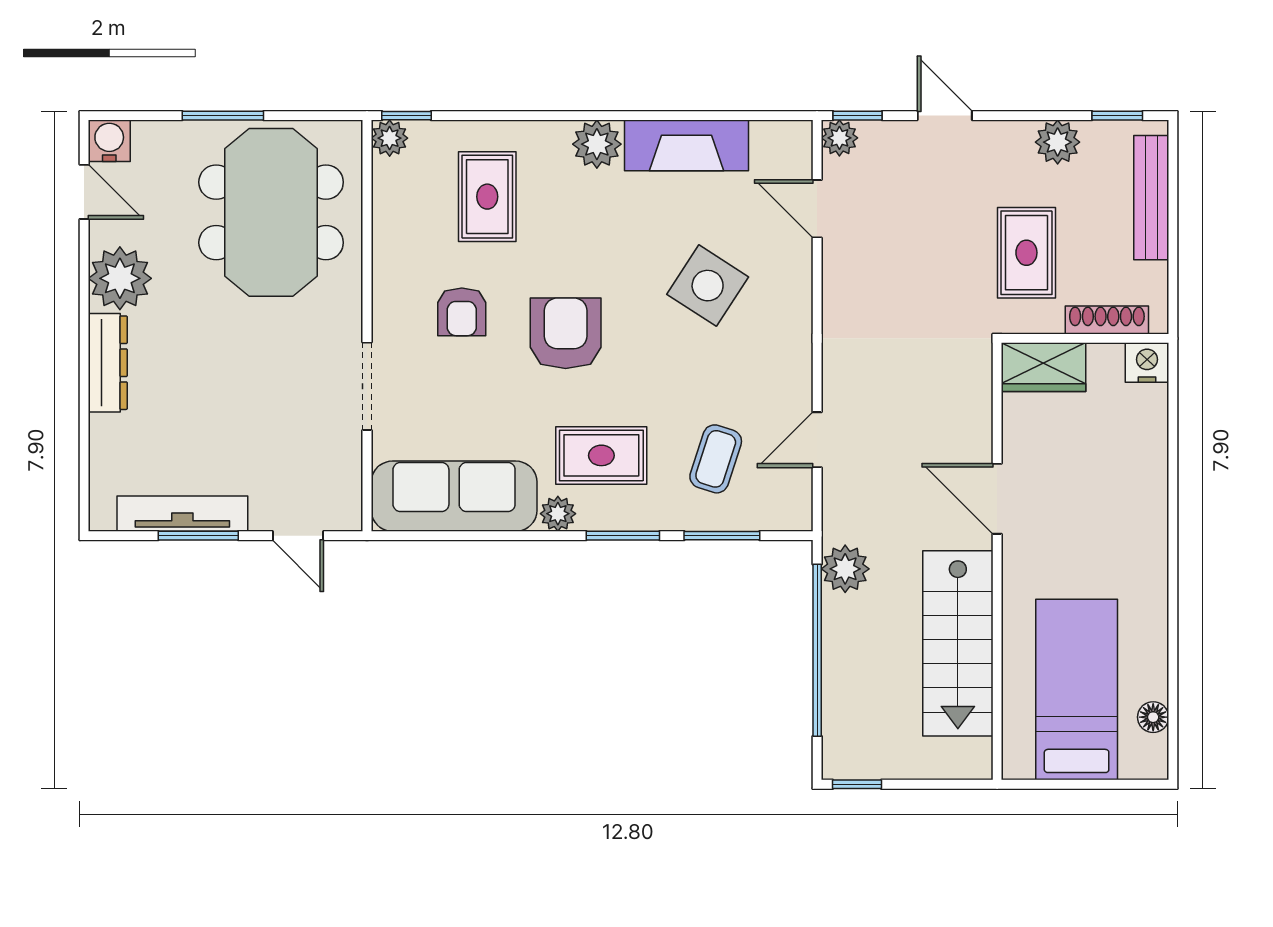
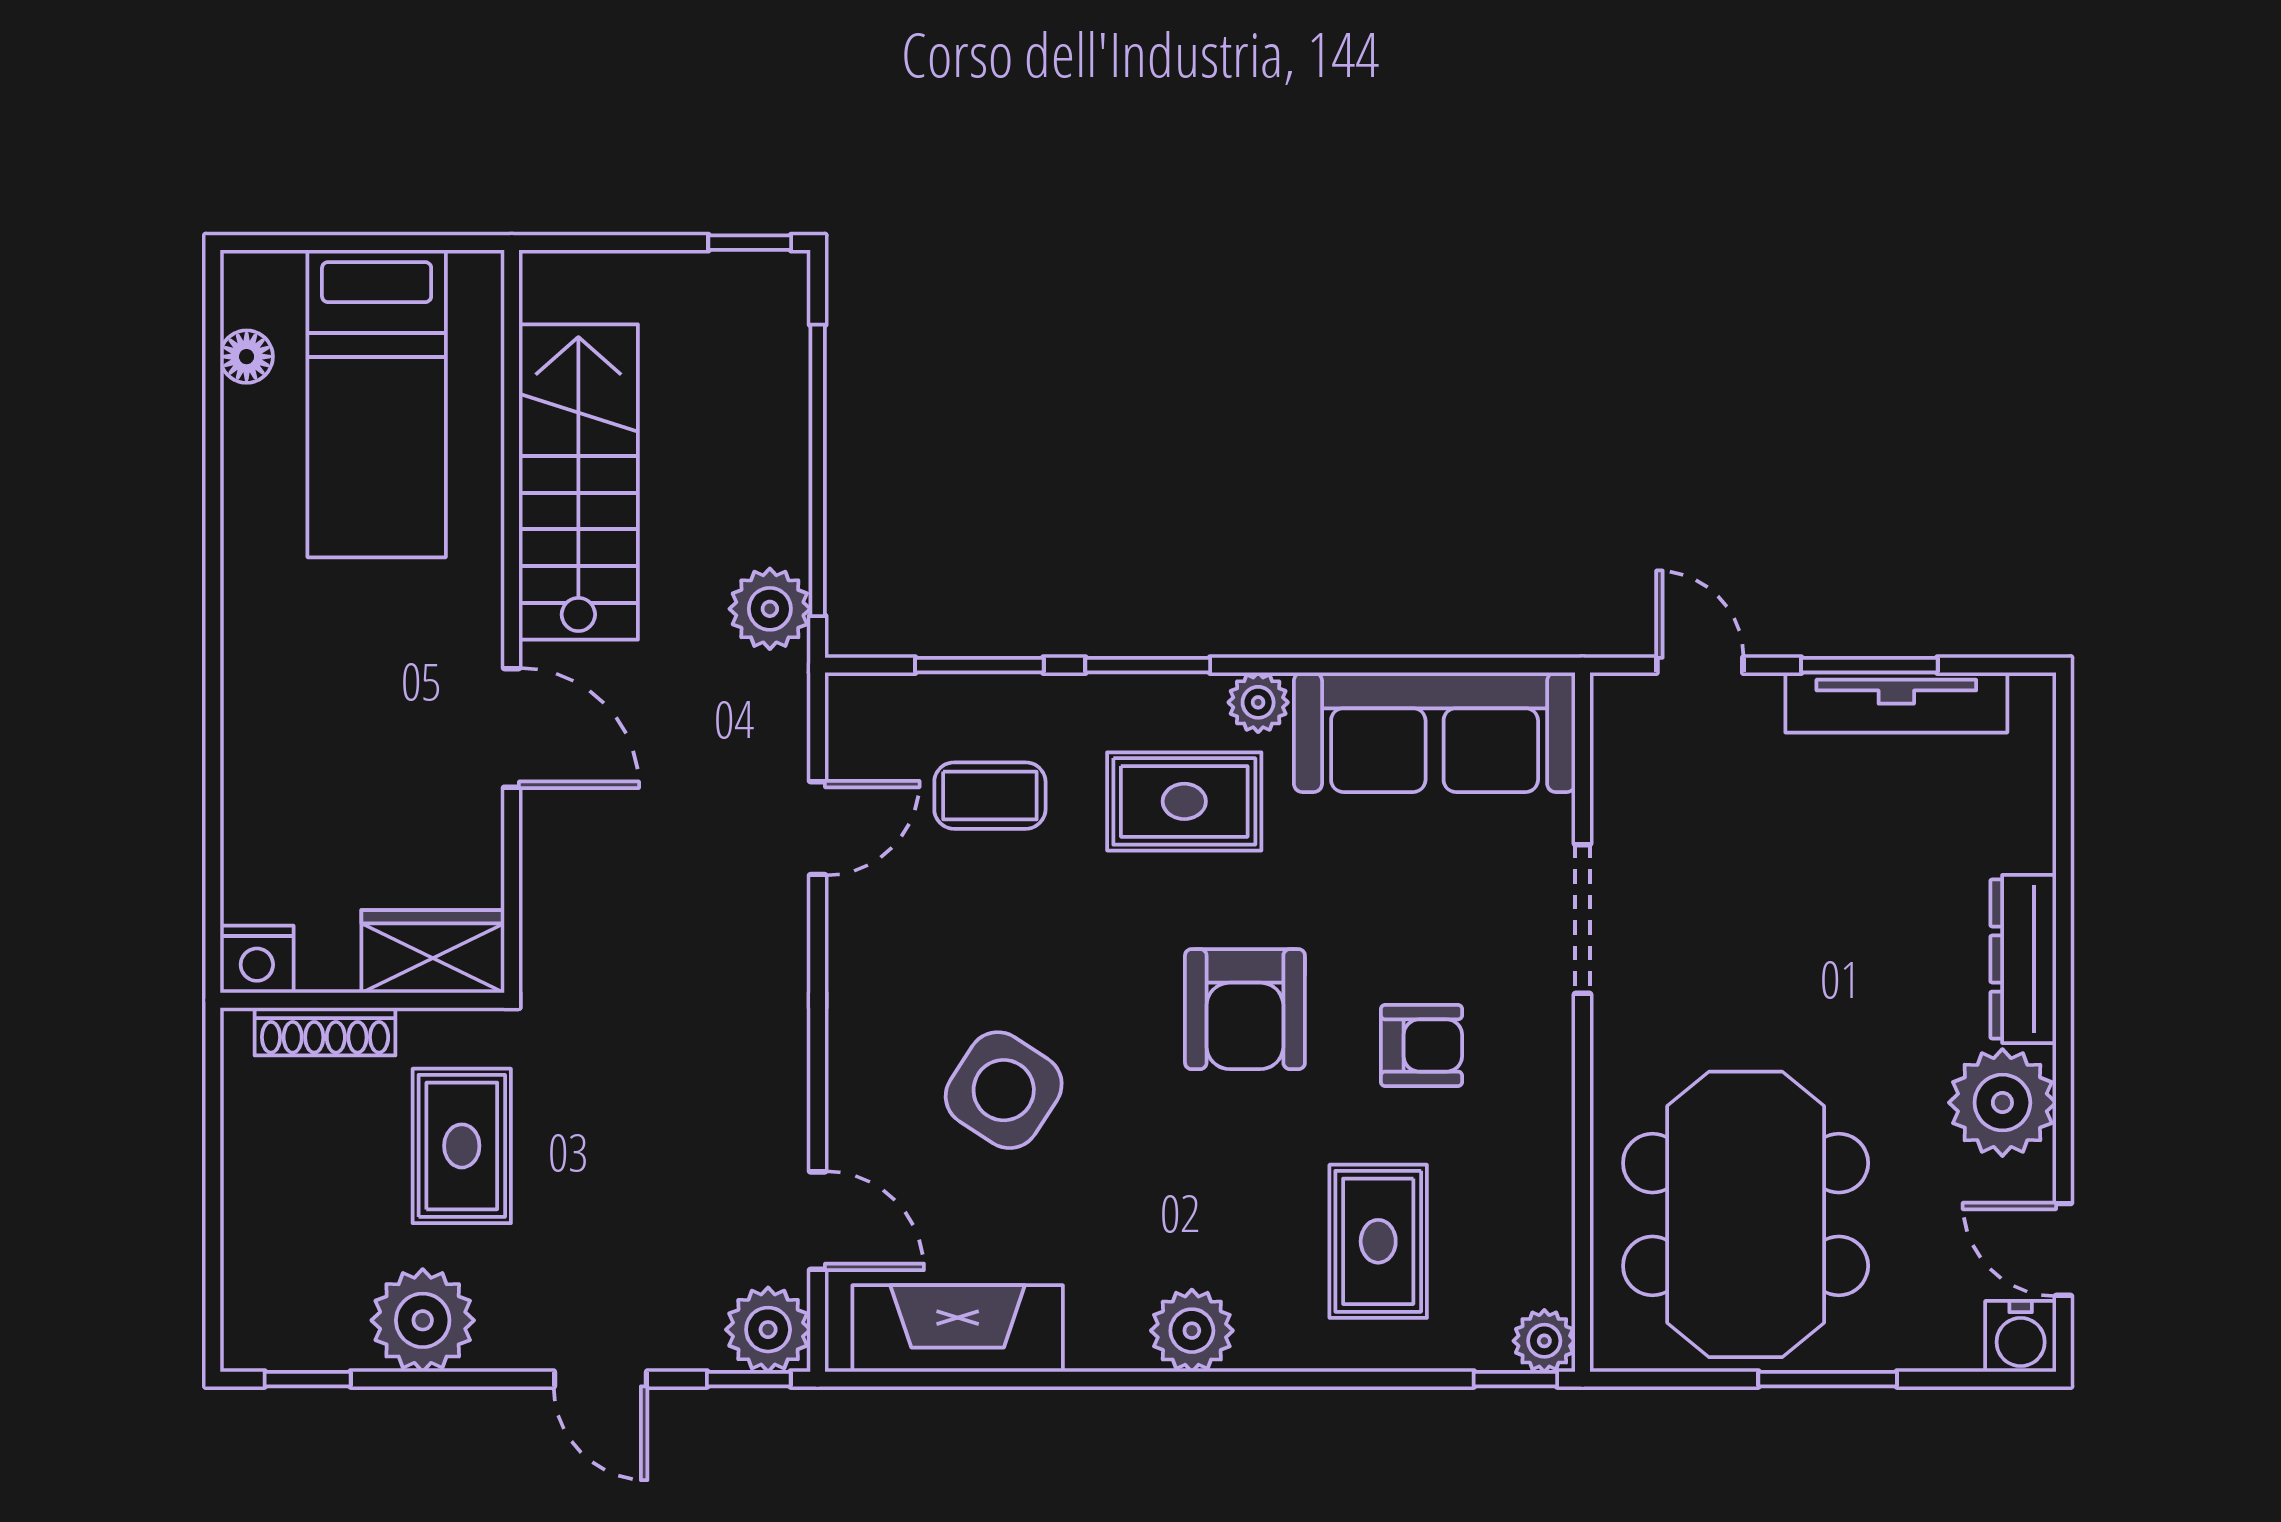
plant: (839, 138) -> (768, 1330), width x1.38, depth x1.38
plant: (1058, 142) -> (423, 1320), width x1.36, depth x1.36
fireplace: (687, 145) -> (958, 1328), moved
bench: (1151, 198) -> (250, 1240), removed
armchair: (462, 312) -> (1422, 1045), turned 90
coffee table: (716, 459) -> (990, 796), turned 72

